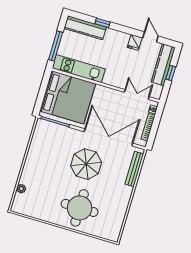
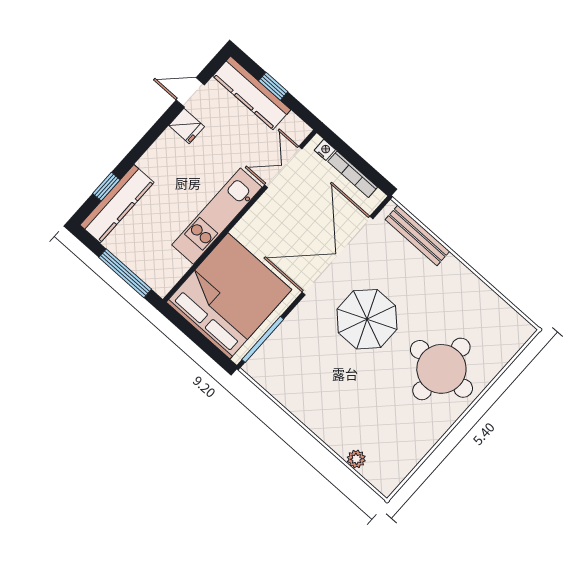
window: (103, 23) -> (106, 187), moved
kitchen unit: (79, 69) -> (217, 216), moved

